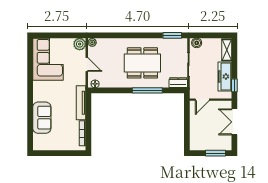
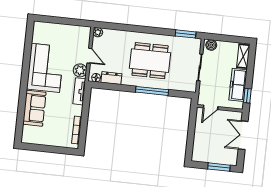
plant: (80, 44) -> (80, 70), moved
corner sofa: (48, 59) -> (45, 68), moved
dresser: (178, 83) -> (111, 78), moved
tv unit: (81, 103) -> (79, 91), width x0.71

